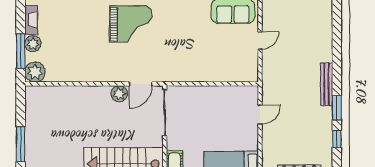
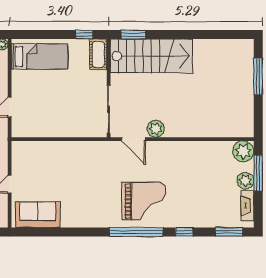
grand piano: (131, 24) -> (144, 201), turned 180
door: (141, 84) -> (134, 139), swing flipped

